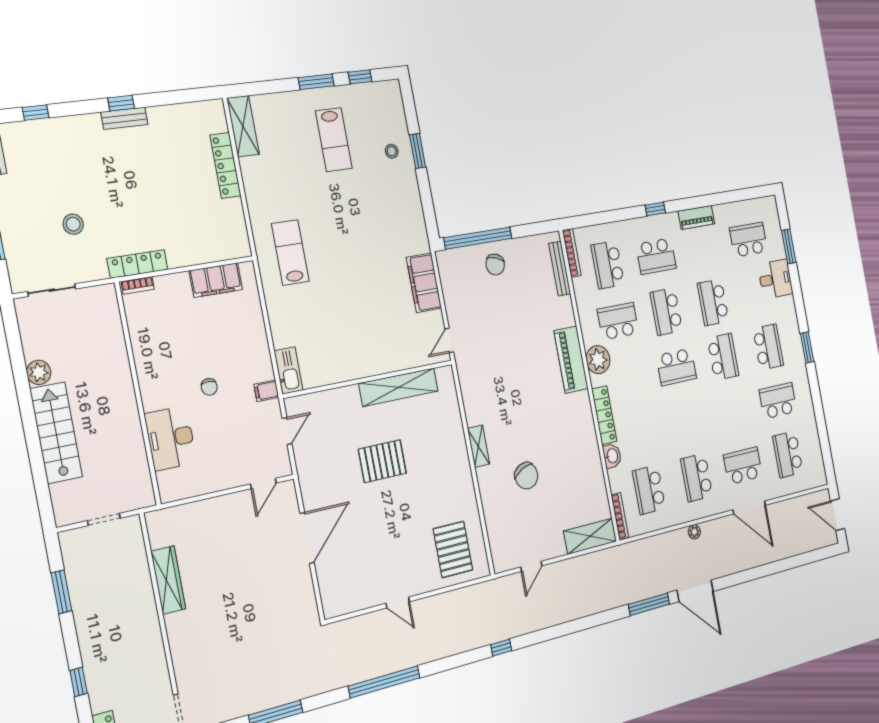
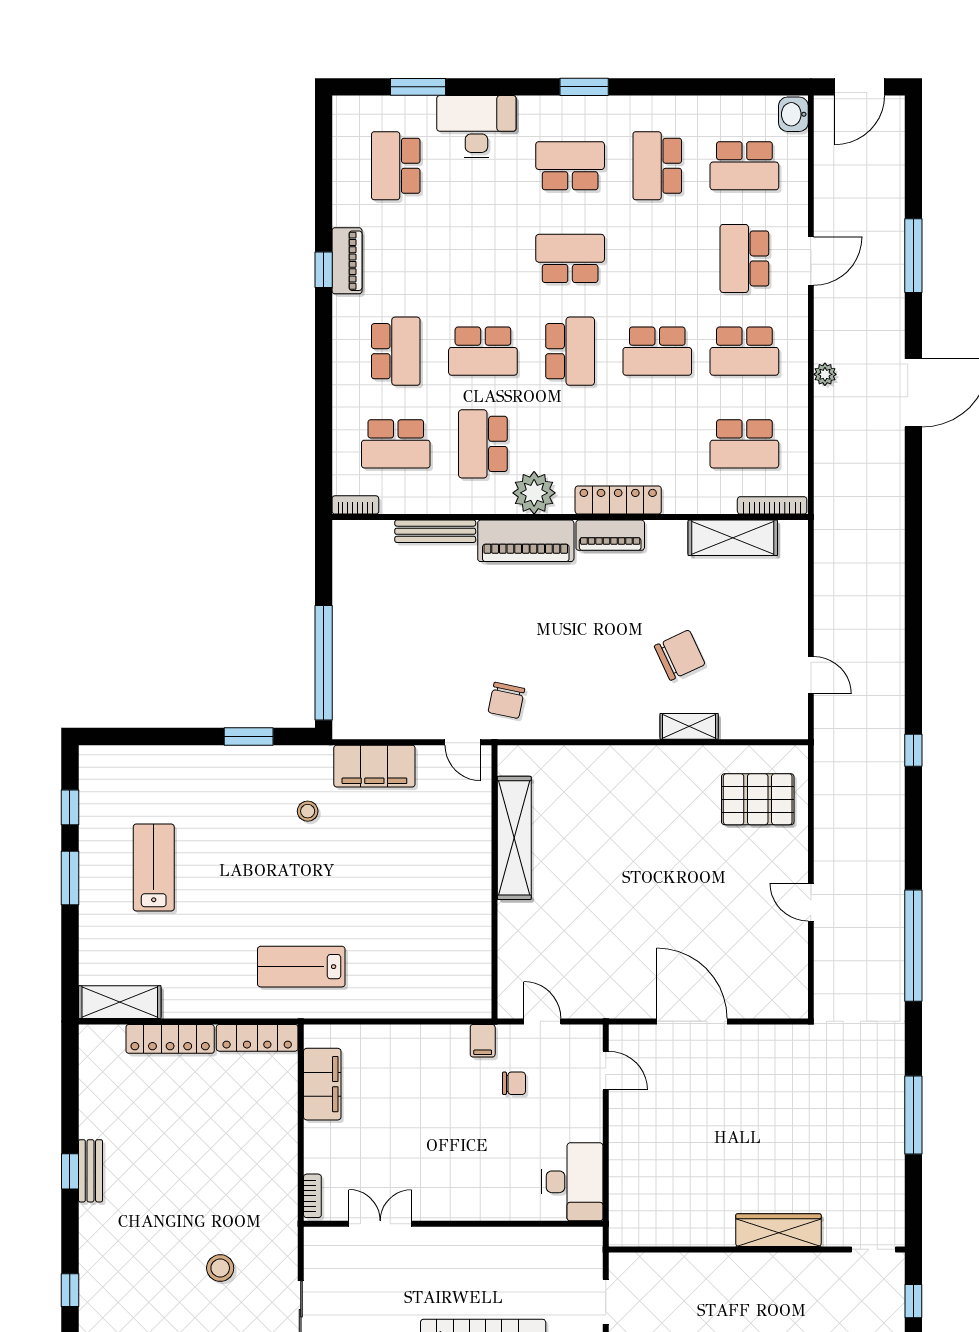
lab bench: (334, 140) -> (154, 868), turned -90
stool: (392, 151) -> (308, 811), moved
window: (418, 151) -> (249, 737), moved
window: (655, 209) -> (324, 270), moved
bookcase: (572, 253) -> (355, 505), width x0.64
locker: (137, 264) -> (257, 1038), moved, turned -90
chair: (495, 265) -> (506, 700), moved, turned 84
bench: (560, 269) -> (435, 531), moved
desk: (775, 279) -> (476, 126), width x1.37
school desk: (713, 302) -> (657, 351), moved
double door: (128, 339) -> (380, 1224), added
kitchen sink: (288, 370) -> (461, 1002), removed
chair: (209, 387) -> (514, 1083), moved
piano: (584, 414) -> (610, 535), added
desk: (171, 438) -> (572, 1182), moved, turned -90
shelving: (478, 446) -> (689, 726), moved
washbasin: (612, 456) -> (793, 114), moved, turned -90
pallet: (382, 461) -> (612, 885), removed
door: (749, 508) -> (811, 261), width x0.73
shelving: (590, 536) -> (733, 538), moved, turned 90
wardrobe: (168, 580) -> (778, 1230), moved
door: (398, 603) -> (811, 902), swing flipped
window: (649, 604) -> (913, 256), moved

